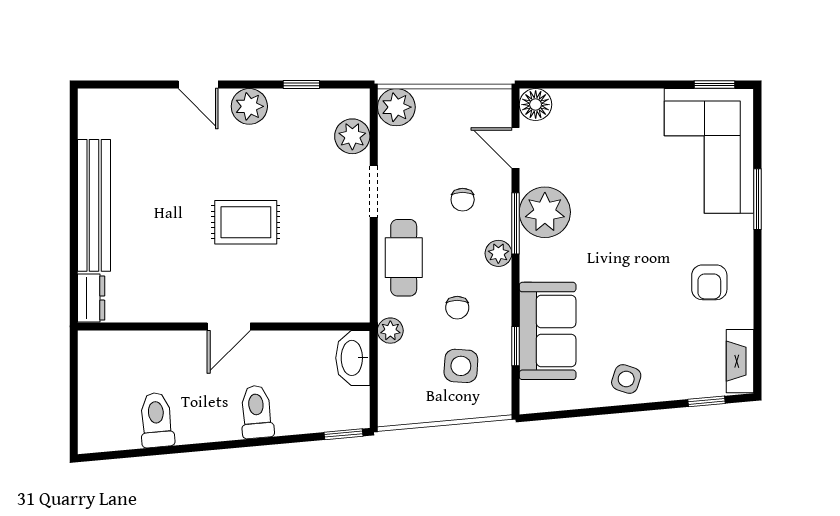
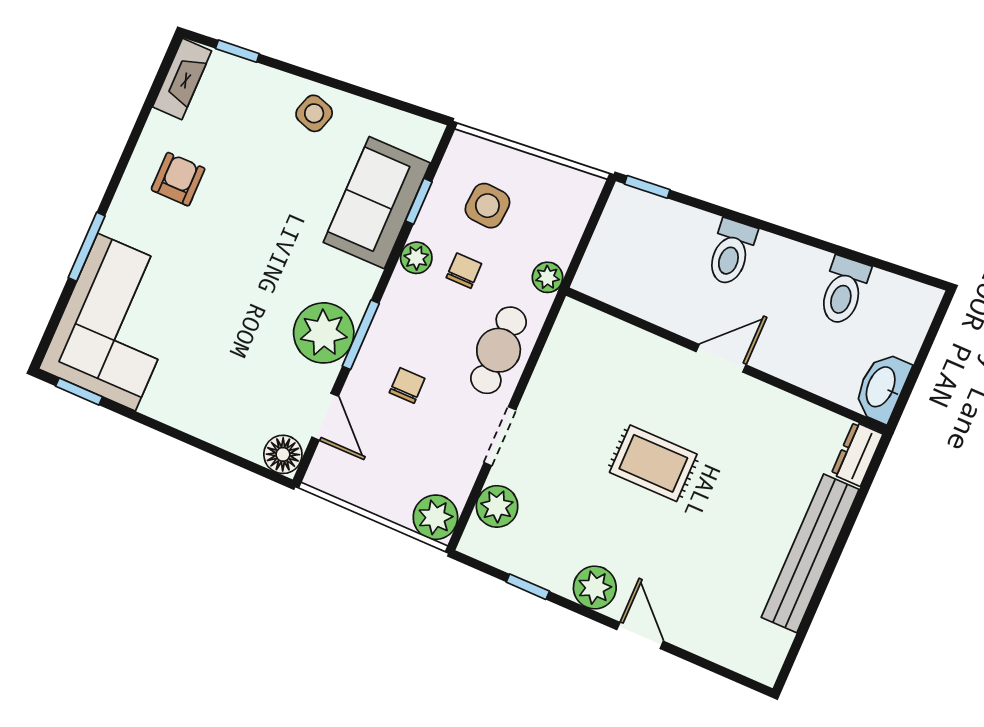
plant: (498, 253) -> (416, 258), moved
washbasin: (353, 358) -> (882, 387), moved, turned 180

